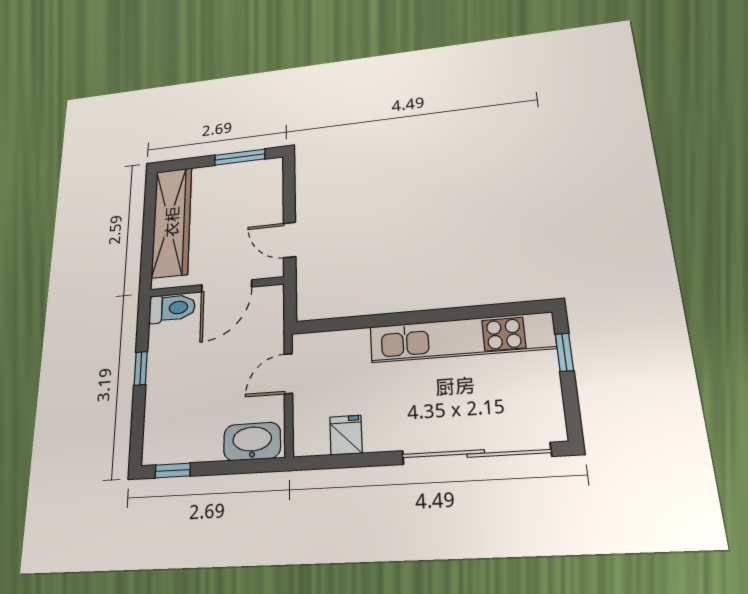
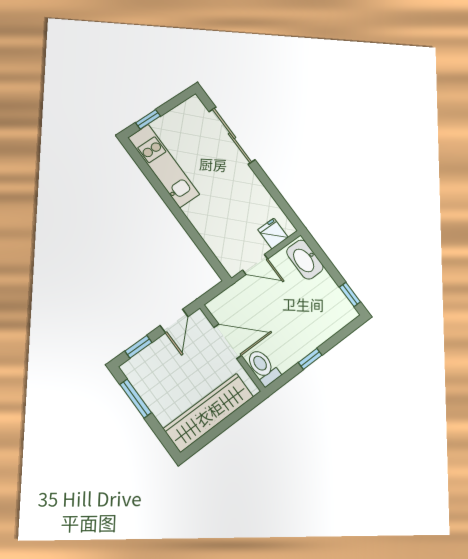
window: (289, 188) -> (138, 347), added
kitchen unit: (461, 338) -> (164, 166), width x0.73
fridge: (346, 435) -> (273, 234), moved, turned 90
sliding door: (476, 454) -> (232, 136), width x0.73

